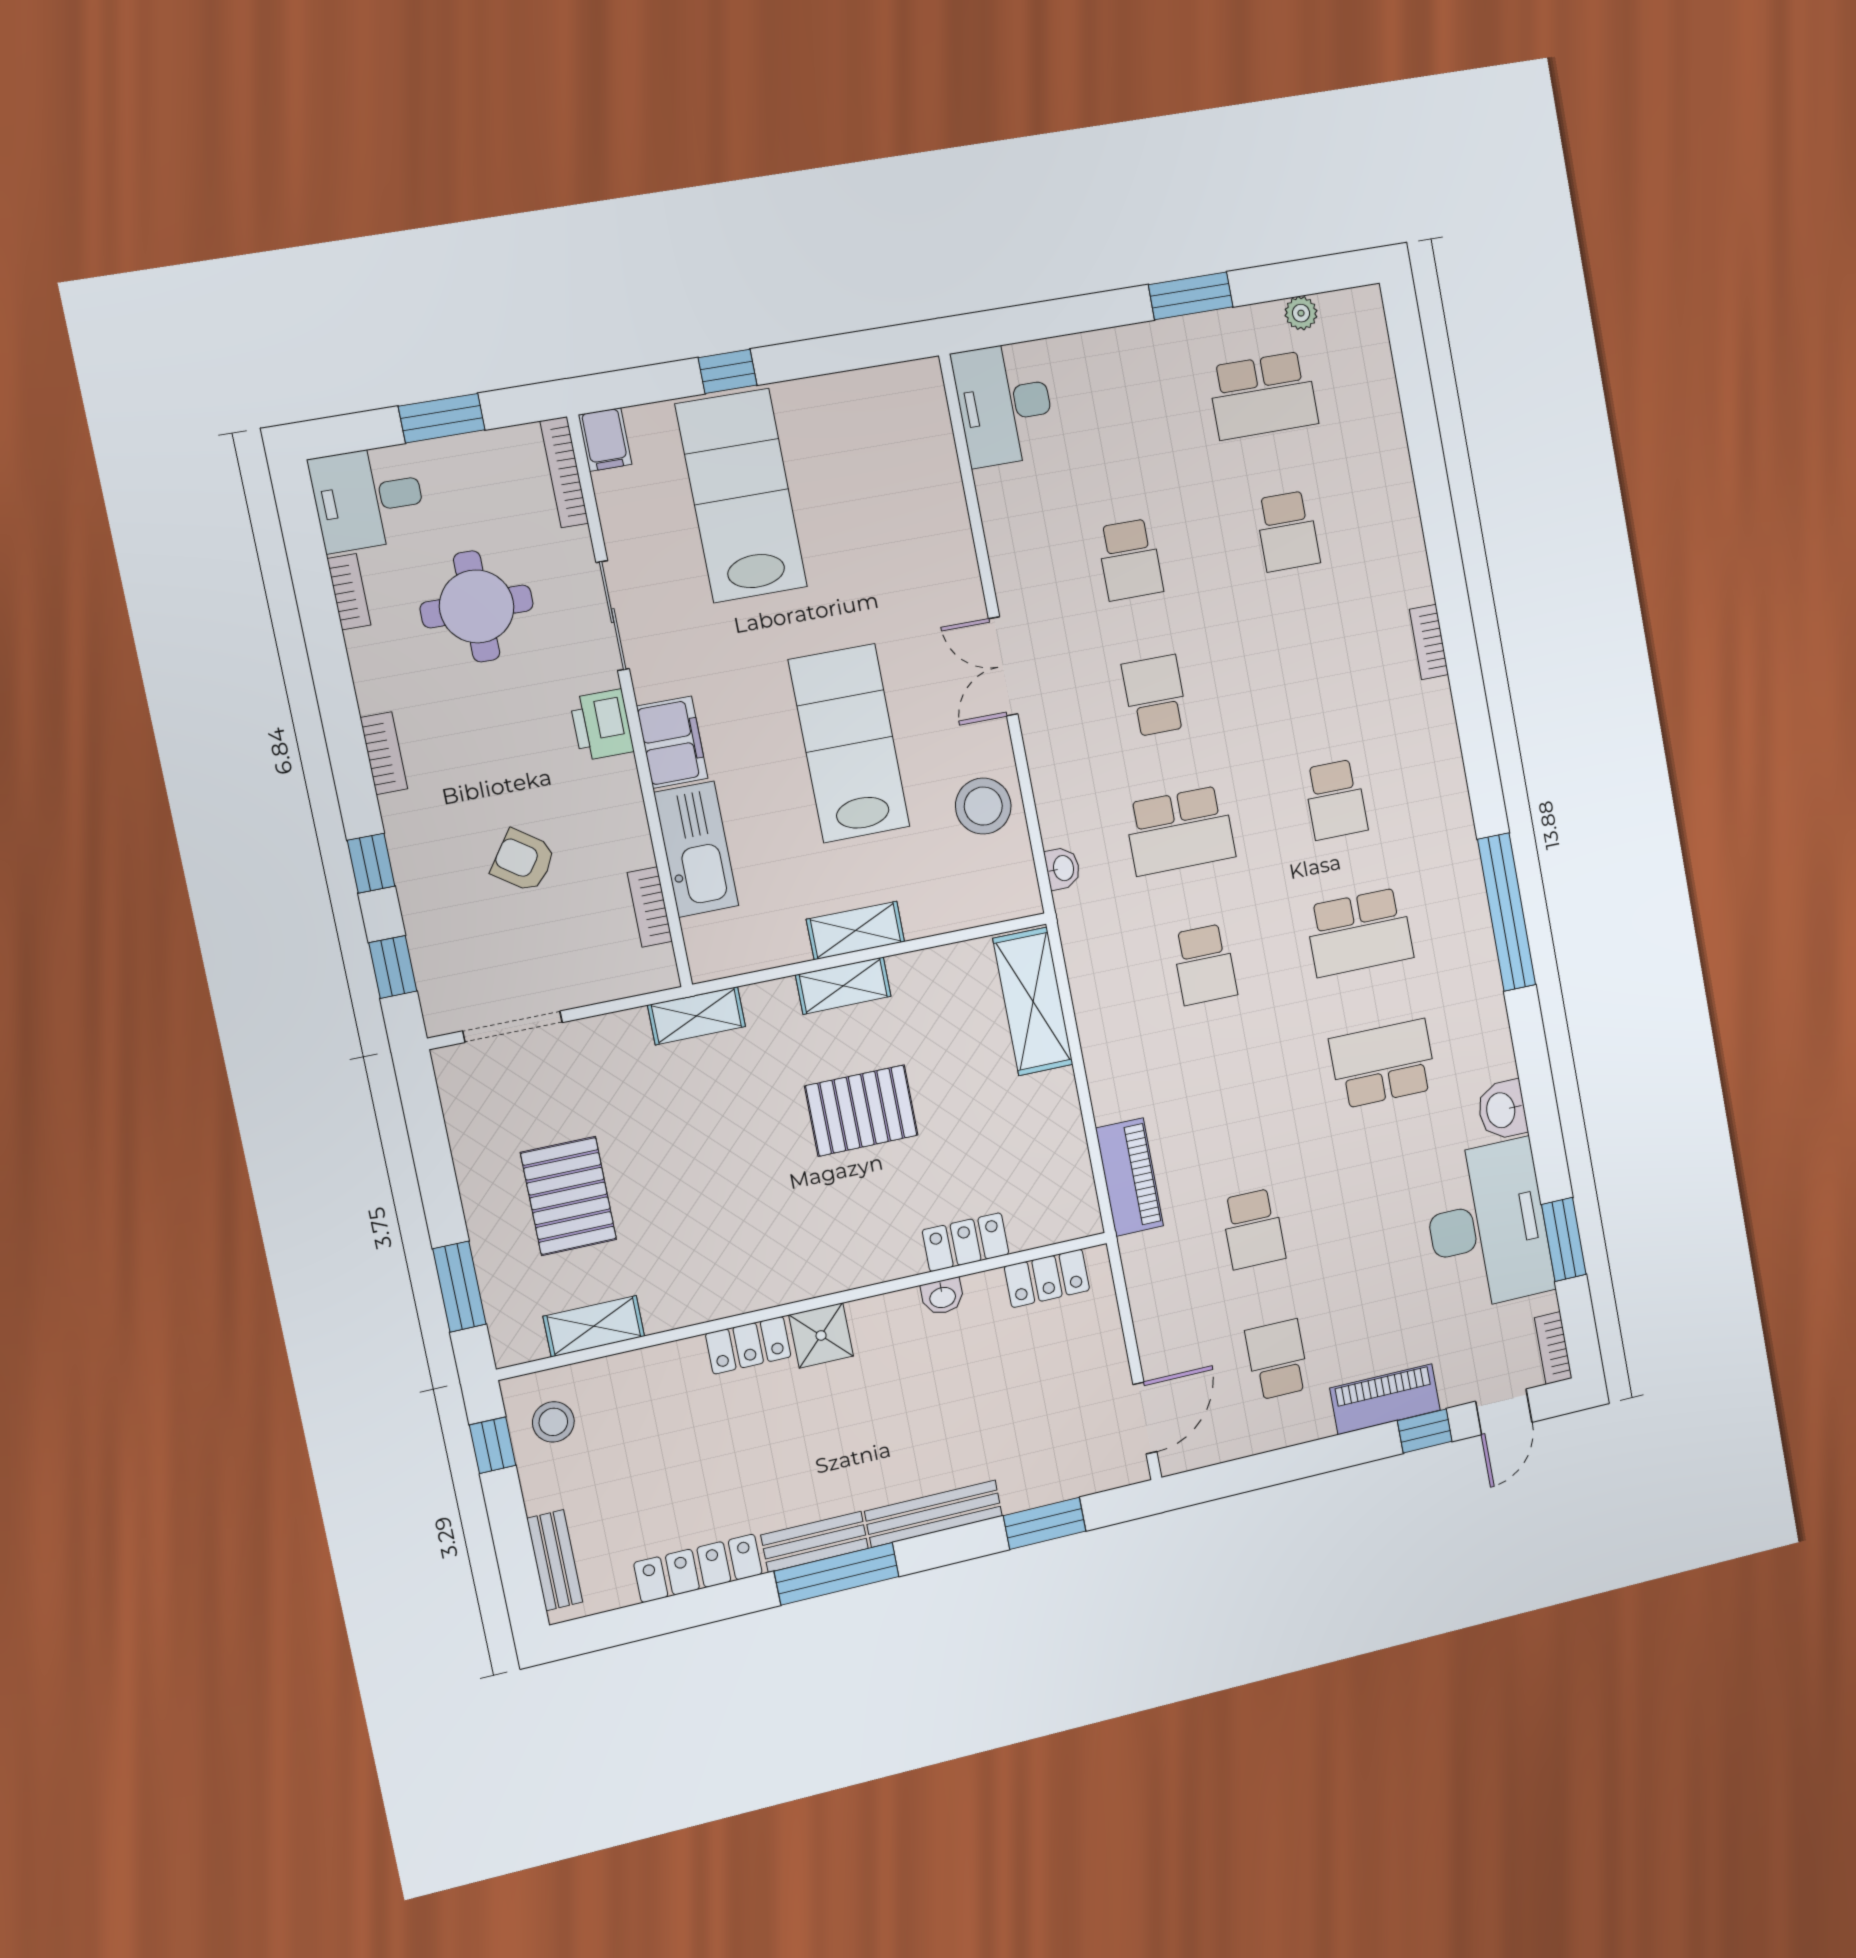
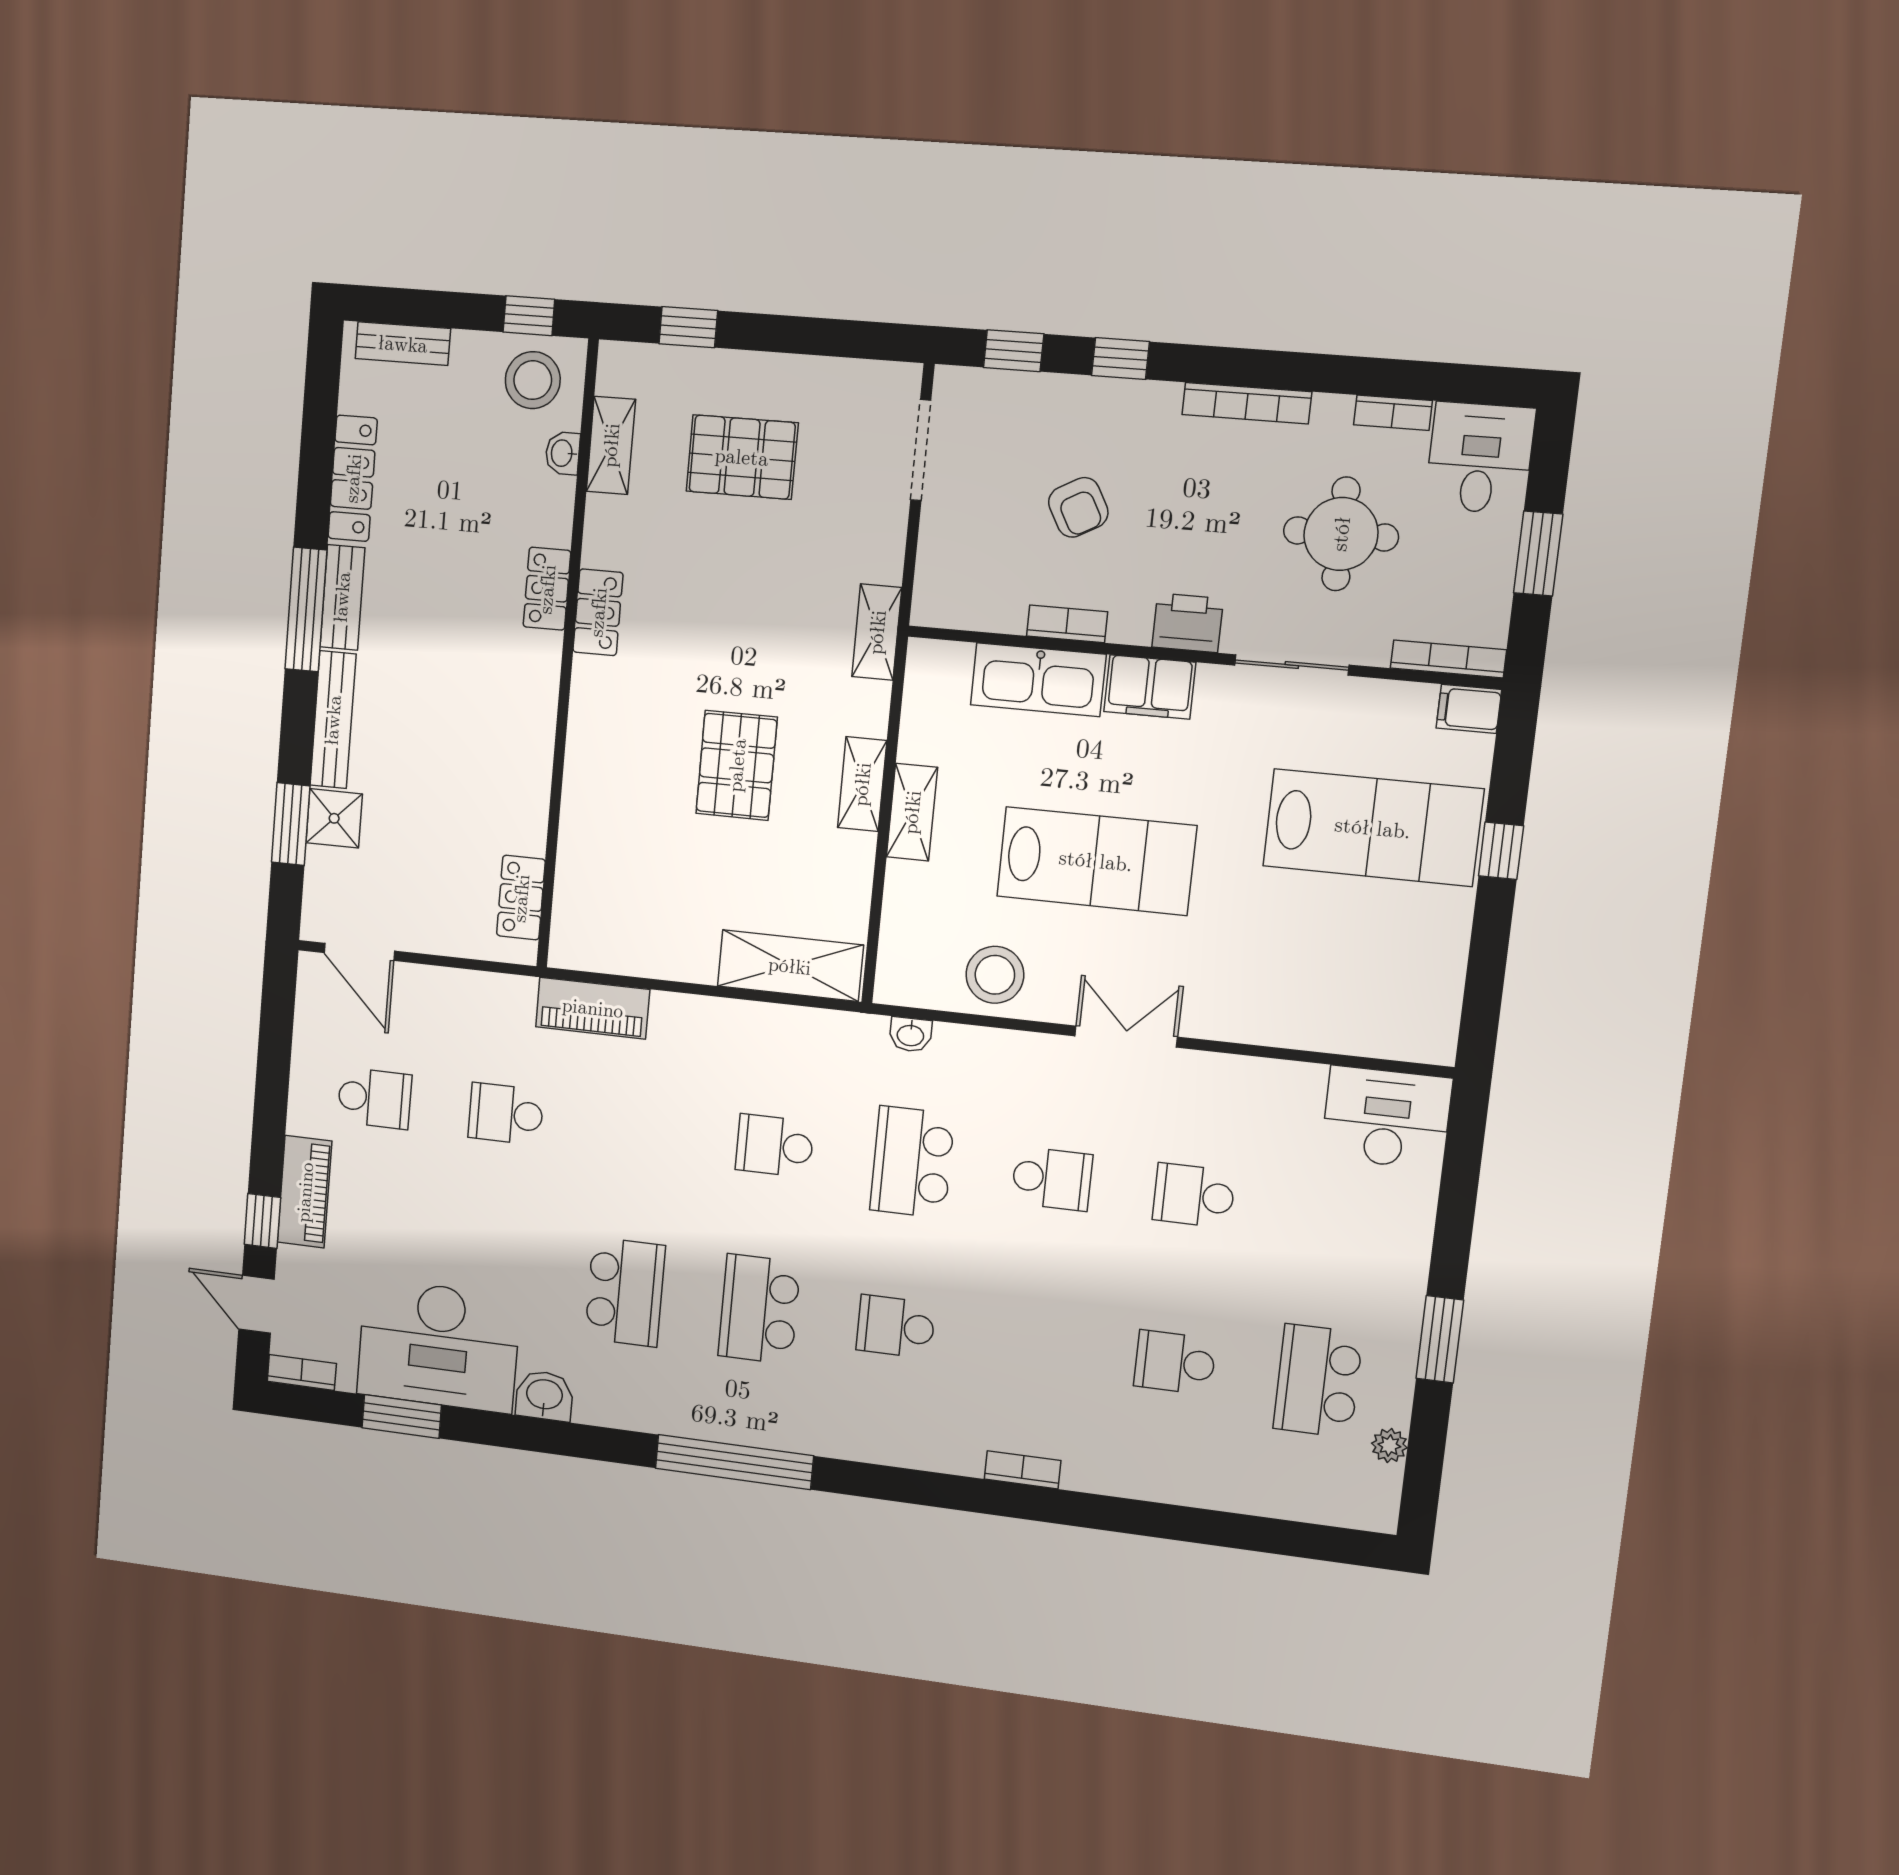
bookcase: (384, 753) -> (1247, 403), width x1.56
armchair: (523, 861) -> (1078, 507), turned 116
bookcase: (650, 907) -> (1067, 624), moved
locker: (966, 1242) -> (598, 612), moved
window: (459, 1287) -> (688, 327), width x0.67
washbasin: (942, 1297) -> (563, 453), moved
shower: (821, 1335) -> (334, 818), moved
stool: (553, 1422) -> (533, 380), width x1.38, depth x1.38

